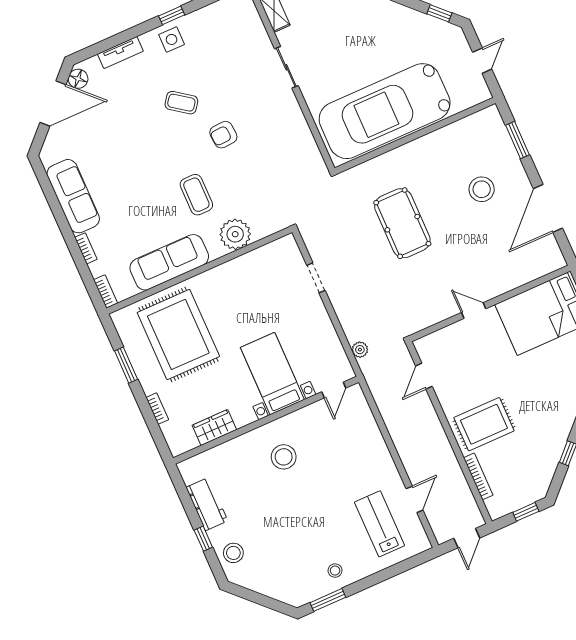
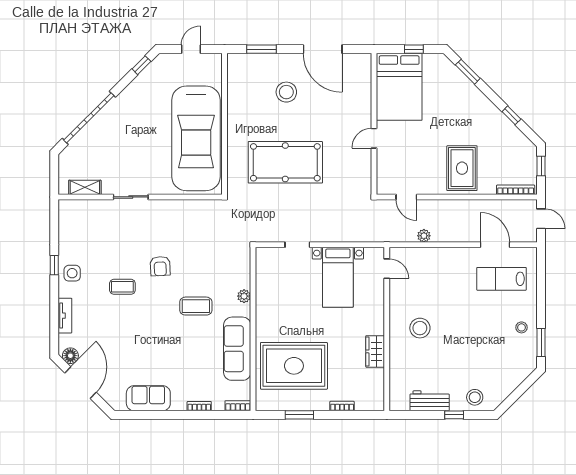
door: (482, 61) -> (191, 49), hinge flipped
coffee table: (181, 103) -> (122, 287), turned 54
sofa: (73, 196) -> (148, 398), width x0.73
pool table: (402, 223) -> (285, 162), width x1.36, depth x1.32
plant: (235, 234) -> (244, 296), width x0.53, depth x0.53
plant: (360, 350) -> (424, 236), moved
bed with nightstands: (272, 374) -> (338, 277), moved, turned -90
wardrobe: (214, 428) -> (375, 351), moved
bookcase: (478, 476) -> (516, 190), moved
door: (415, 499) -> (495, 245), width x1.38

